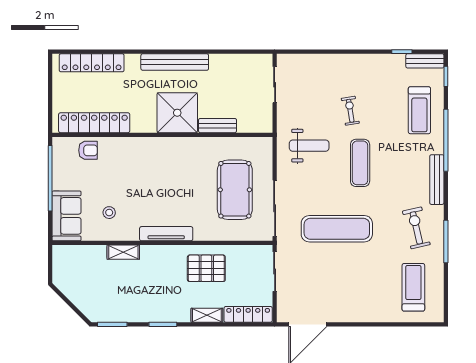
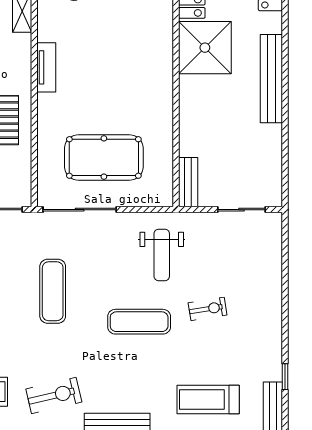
shower: (177, 113) -> (205, 48), moved
bench: (218, 126) -> (188, 182), moved
exercise mat: (337, 229) -> (53, 291), width x0.73, depth x0.69
tv unit: (166, 234) -> (46, 67), width x0.71

